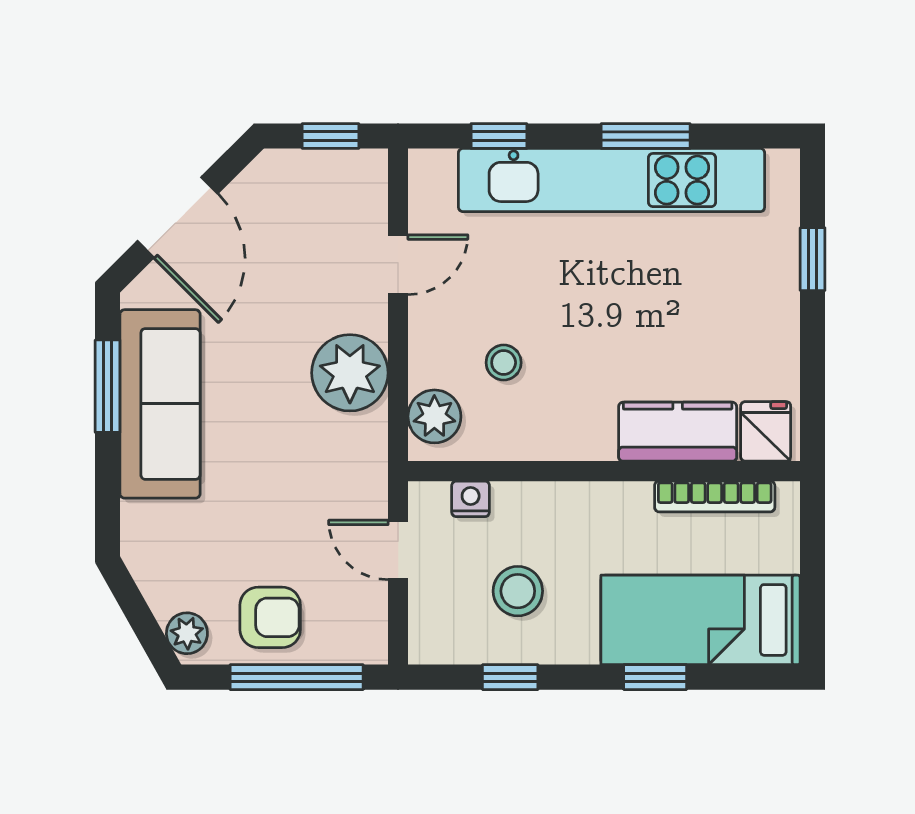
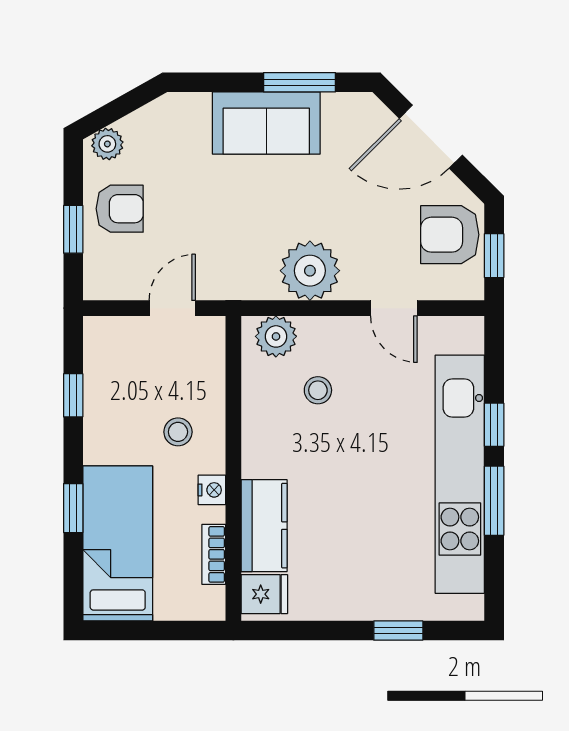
window: (499, 136) -> (494, 425), moved
armchair: (304, 193) -> (450, 235), added
sofa: (160, 404) -> (266, 123), width x0.73
bookcase: (715, 496) -> (214, 554), width x0.64
nightstand: (471, 499) -> (212, 490), moved
stool: (518, 591) -> (178, 432), moved, width x0.73, depth x0.73
armchair: (270, 617) -> (120, 209), turned -90
window: (297, 677) -> (73, 229), width x0.46

